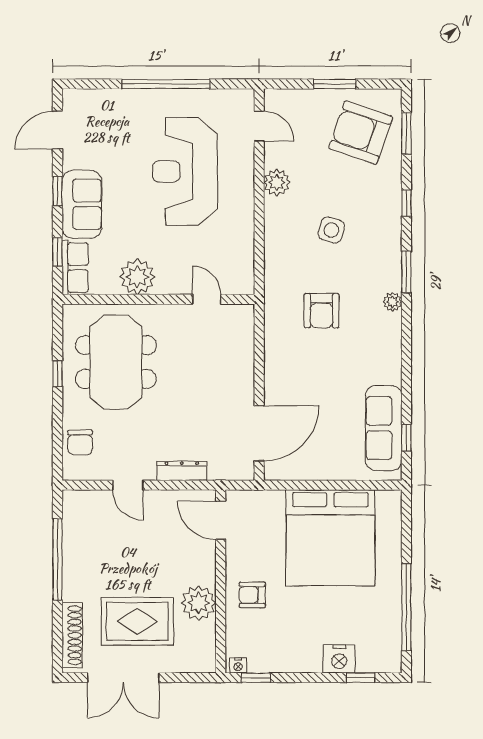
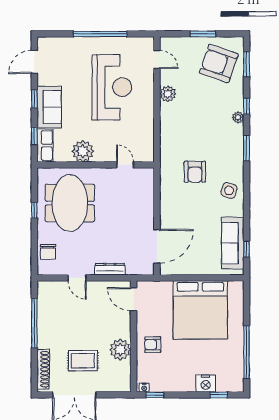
reception desk: (185, 172) -> (112, 87), turned 180
side table: (331, 230) -> (229, 190), moved
plant: (392, 302) -> (238, 117), moved
rug: (137, 621) -> (83, 361), width x0.73, depth x0.70

